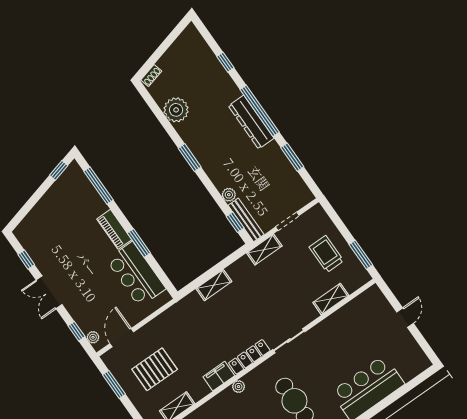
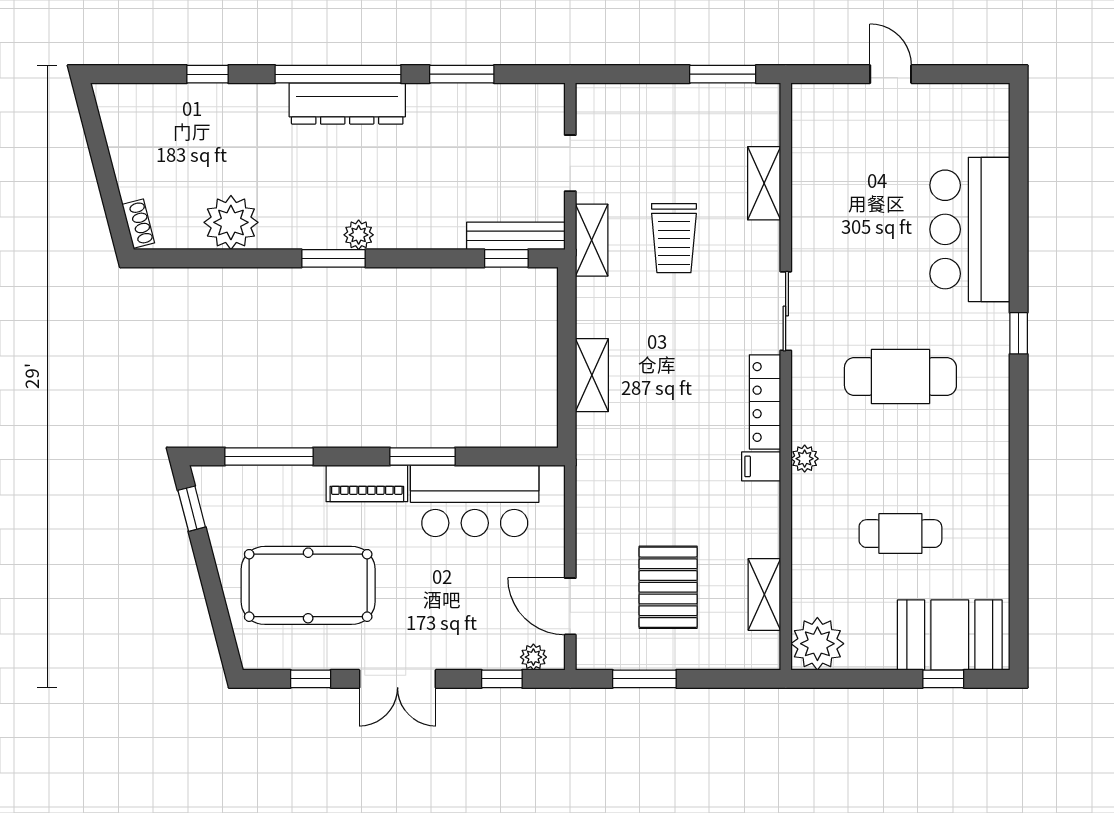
plant: (229, 195) -> (359, 235), moved
pool table: (61, 234) -> (308, 585), added
trolley: (326, 254) -> (674, 238), moved, turned -90
filing cabinet: (219, 376) -> (761, 466), width x0.50

